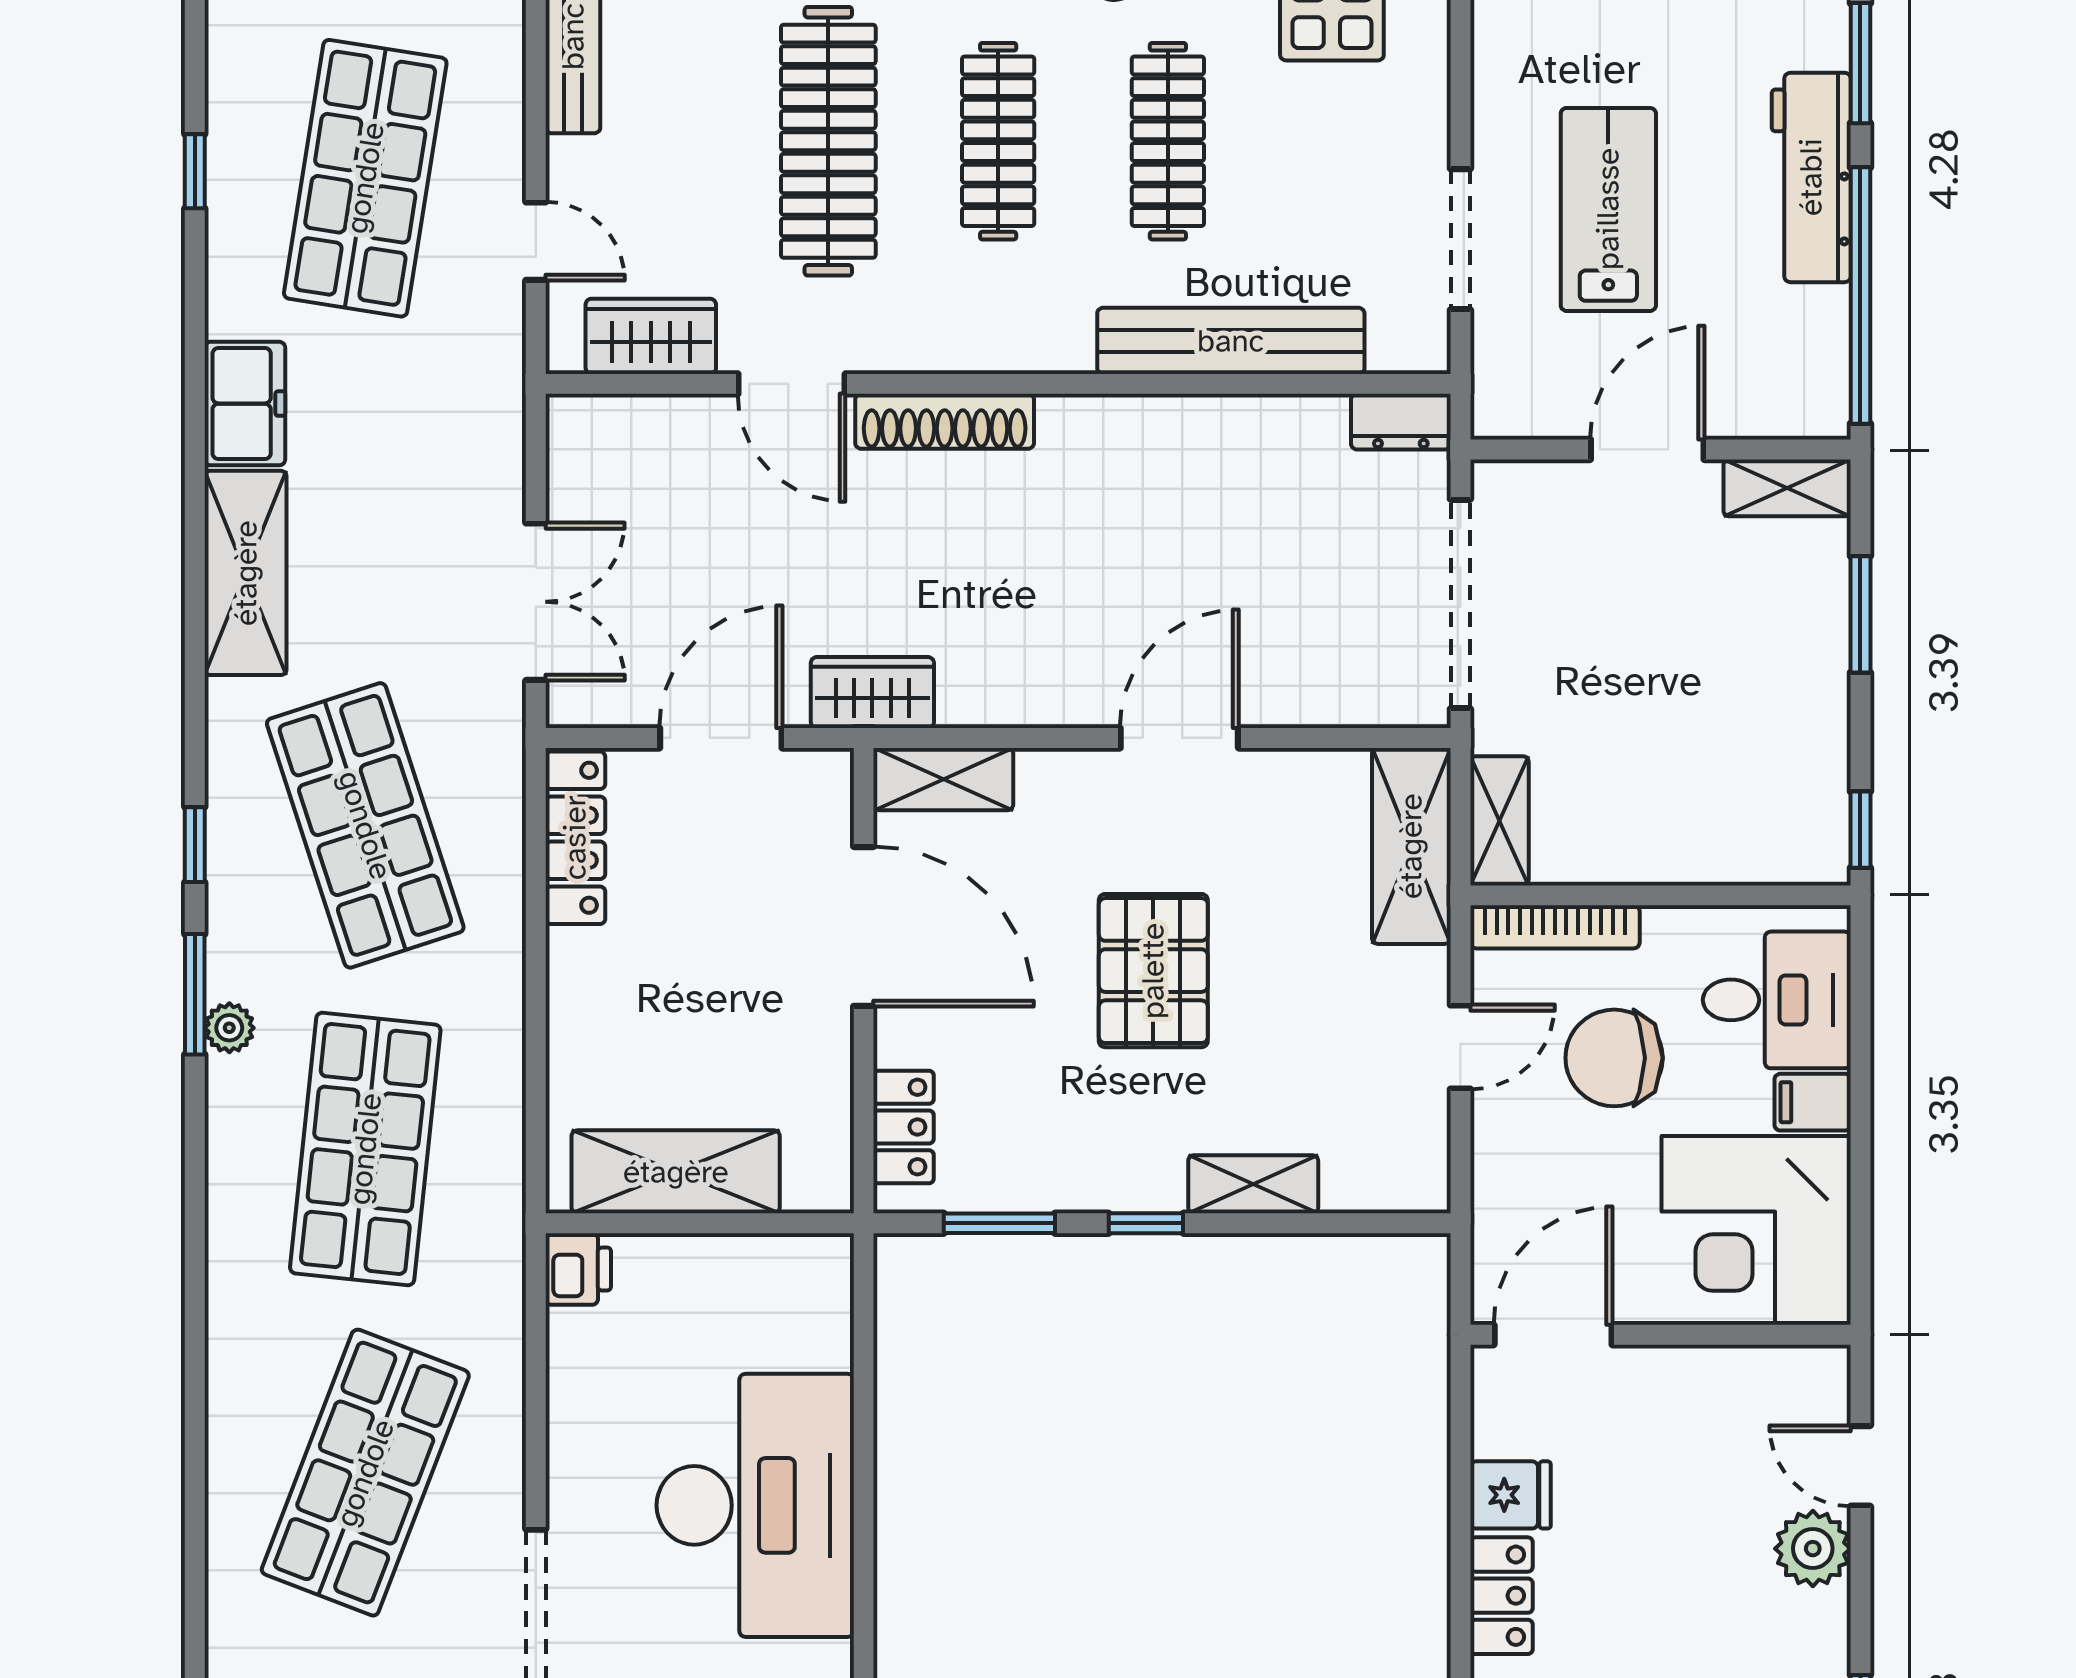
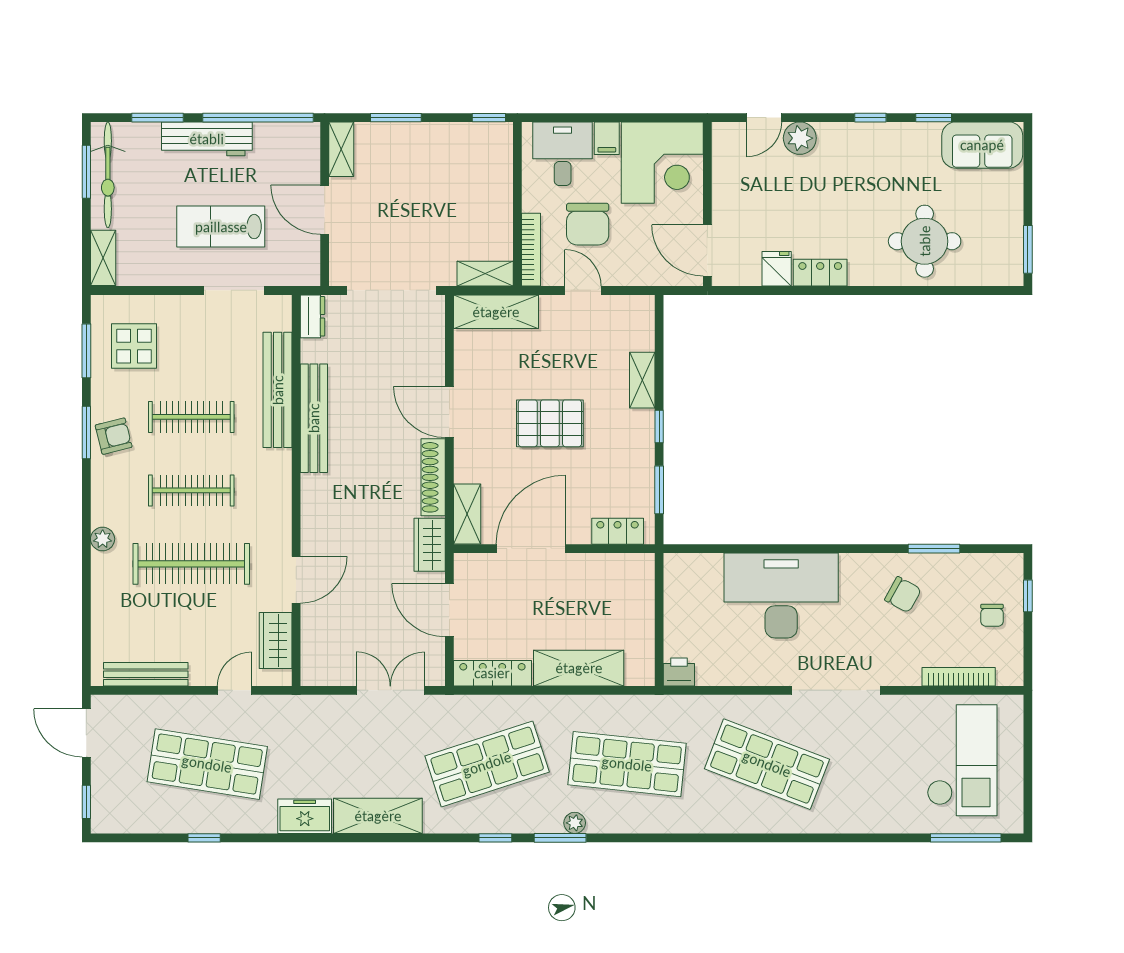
shoe rack: (945, 421) -> (433, 477), moved, turned 180
bench: (1165, 425) -> (314, 418), added
shelving: (676, 1172) -> (579, 668), moved, turned 90

